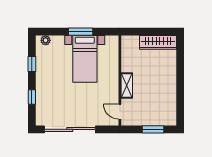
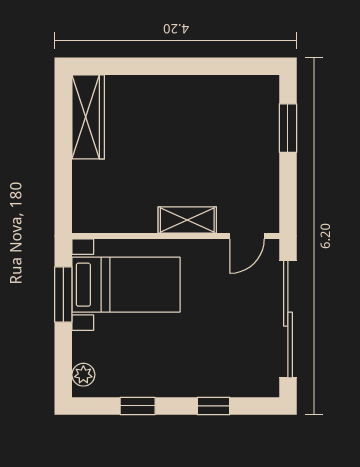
wall: (120, 80) -> (176, 236), moved
shelving: (127, 86) -> (187, 220), moved
door: (120, 112) -> (247, 236), moved

